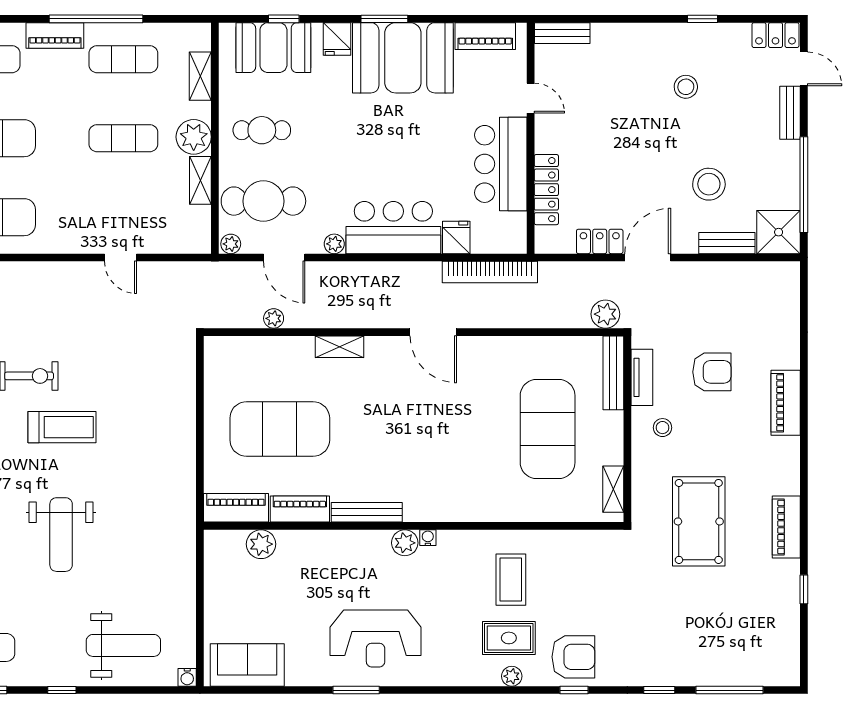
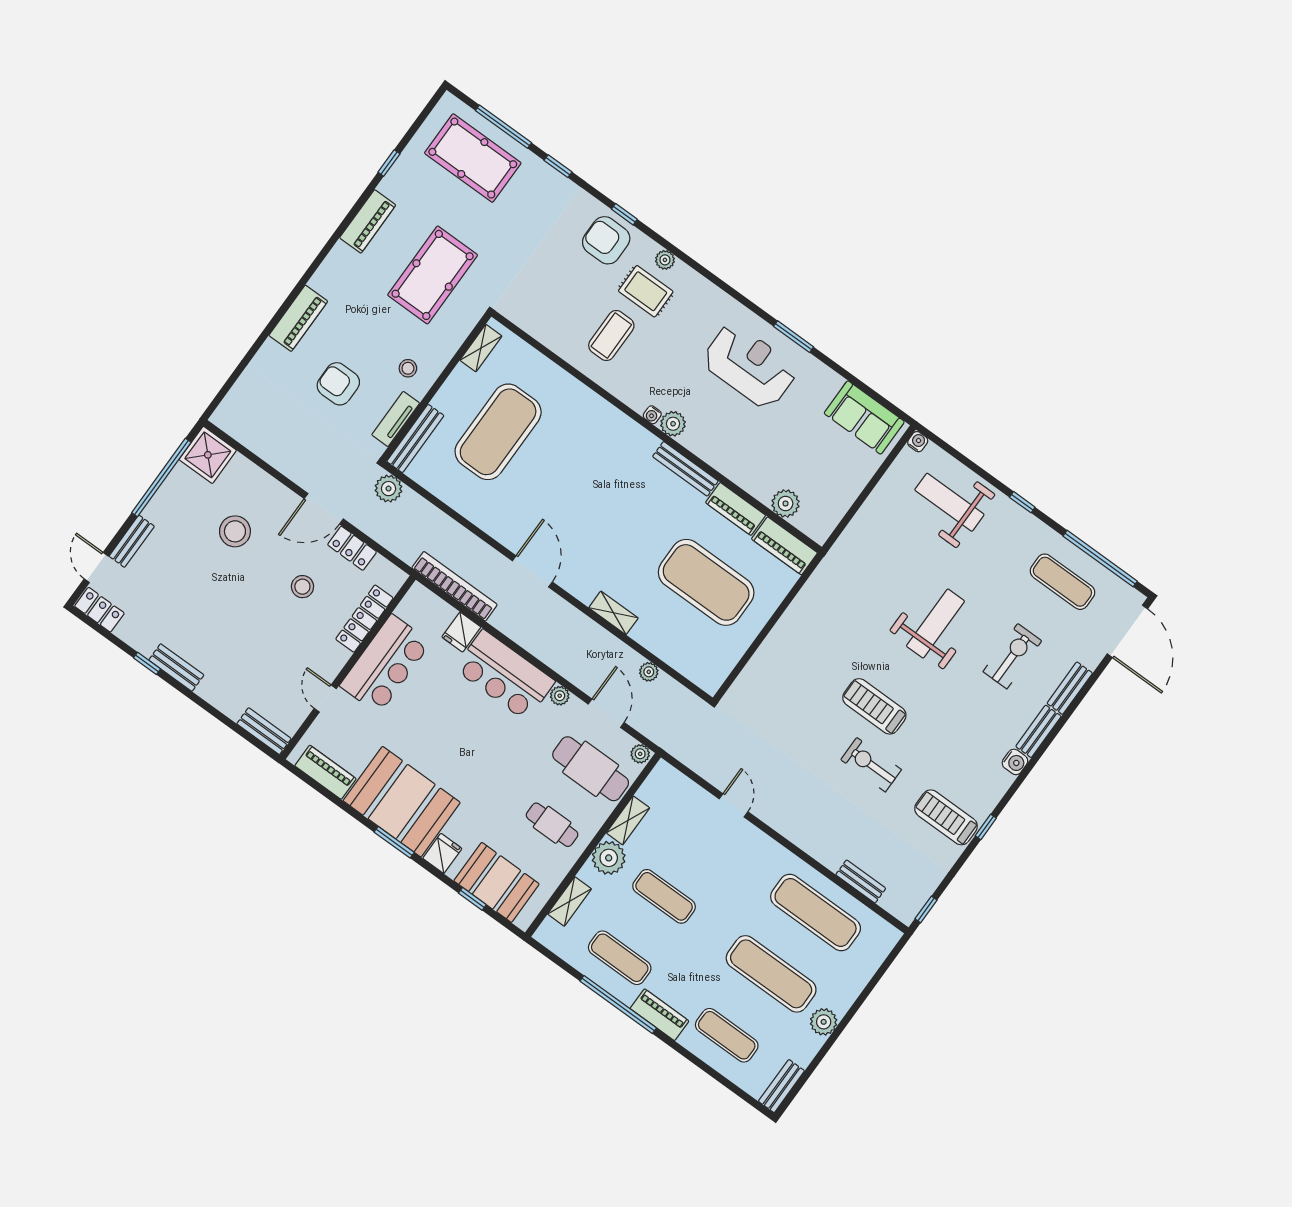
stool: (686, 87) -> (302, 587), moved
bench: (727, 243) -> (176, 668), moved
pool table: (736, 645) -> (473, 158), added

